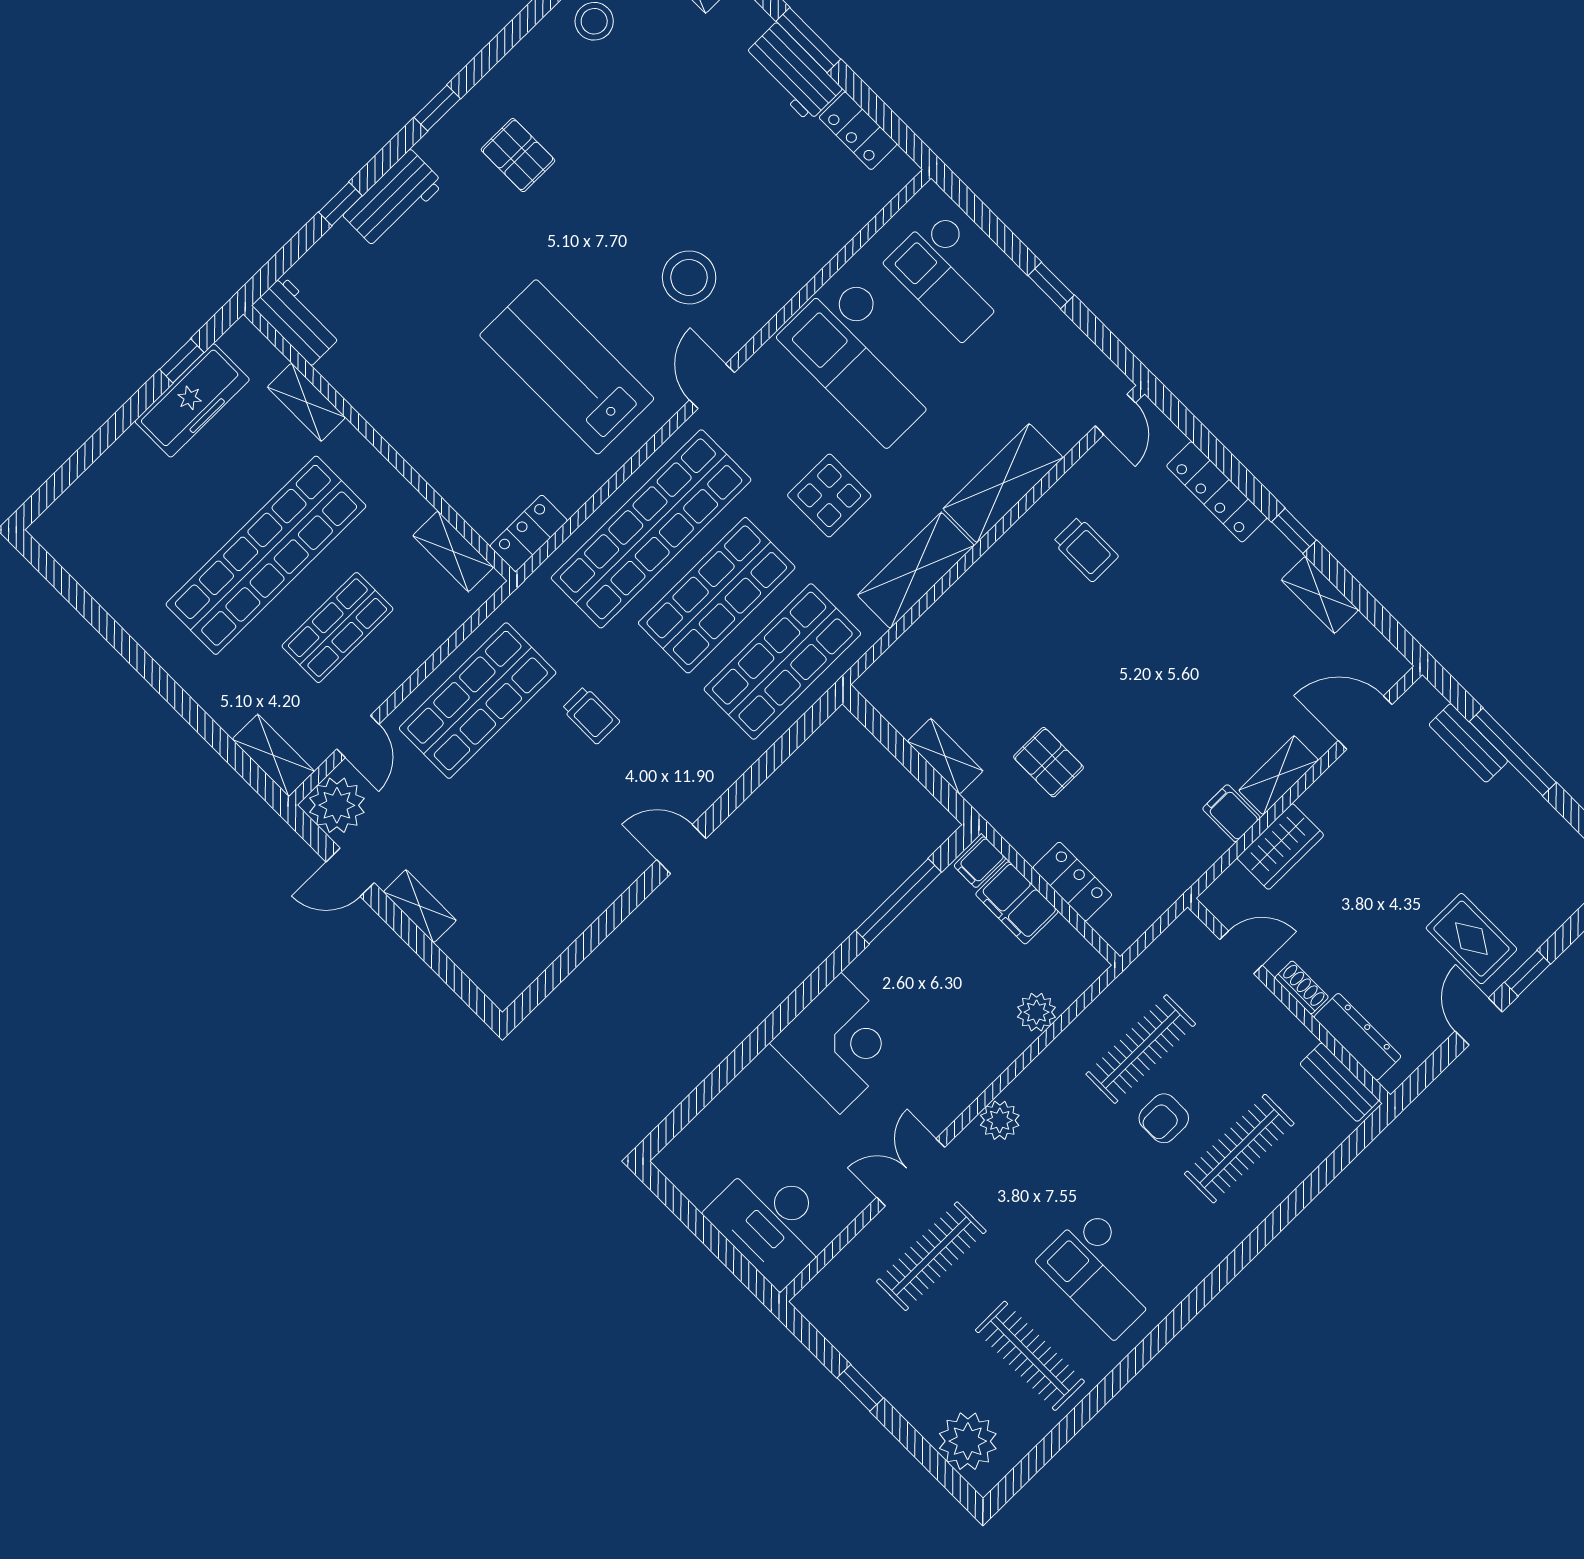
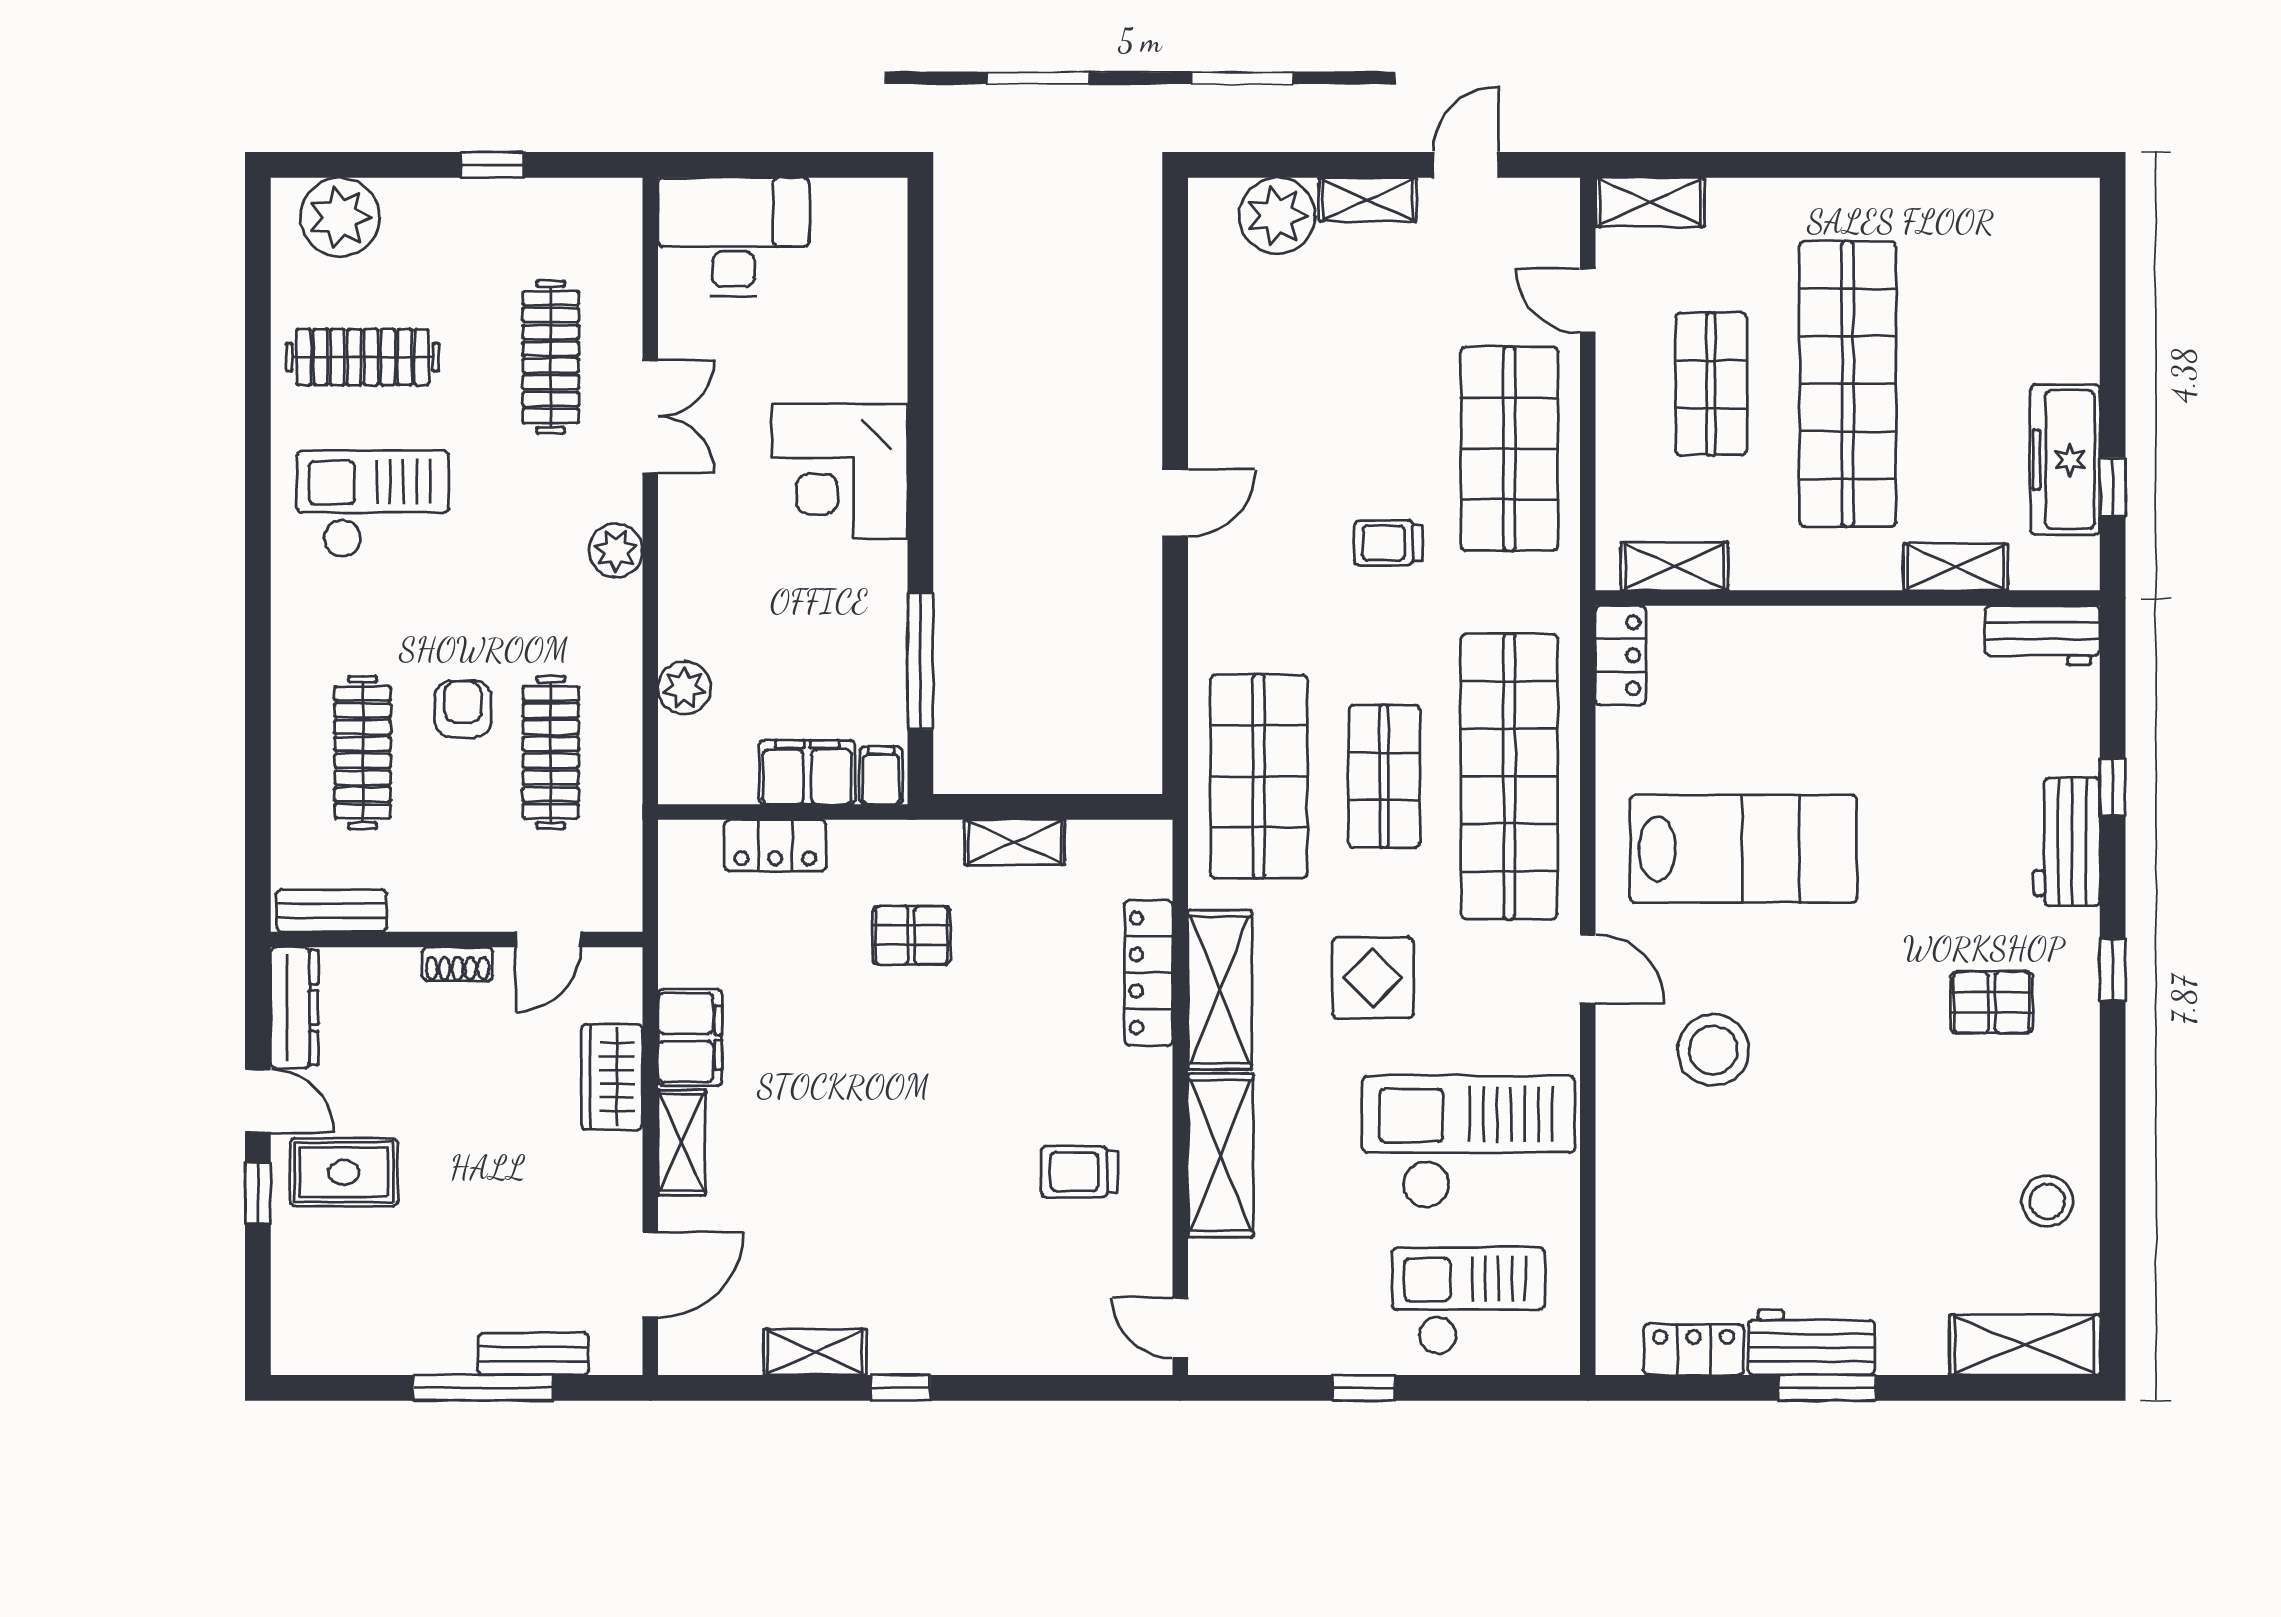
locker: (1217, 492) -> (1148, 973), moved, turned -90
shop shelf: (717, 595) -> (1384, 776), width x0.70, depth x0.74
plant: (337, 805) -> (1277, 216), moved
filing cabinet: (1231, 813) -> (690, 1037), width x2.00
dresser: (1357, 1037) -> (294, 1008), moved, turned -90

